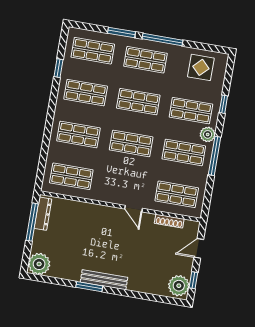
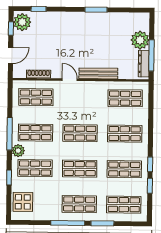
display table: (201, 67) -> (23, 202), moved
window: (54, 93) -> (150, 164), added
plant: (39, 264) -> (140, 40), moved
bench: (104, 280) -> (98, 73), moved
window: (157, 298) -> (39, 9), added

